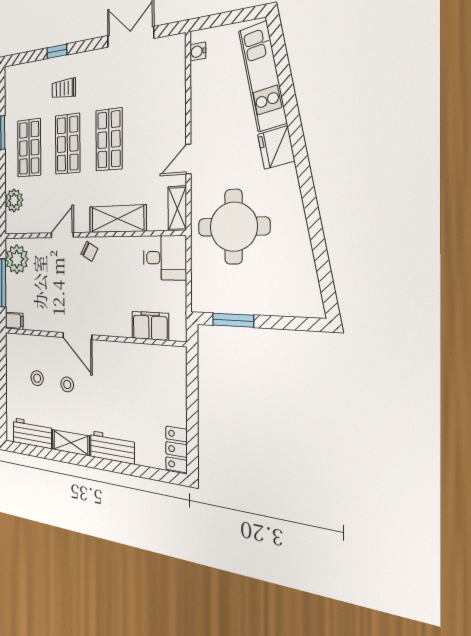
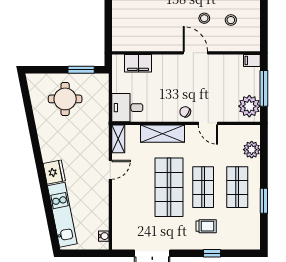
shop shelf: (109, 139) -> (169, 187), width x1.43, depth x1.36
round table: (234, 227) -> (65, 99), moved, width x0.73, depth x0.73
door: (62, 235) -> (208, 123), hinge flipped

